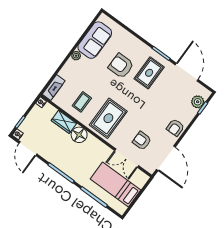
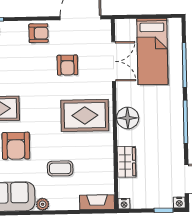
coffee table: (82, 102) -> (60, 168), moved
floor lamp: (79, 135) -> (128, 118), moved
armchair: (142, 141) -> (67, 65), moved

